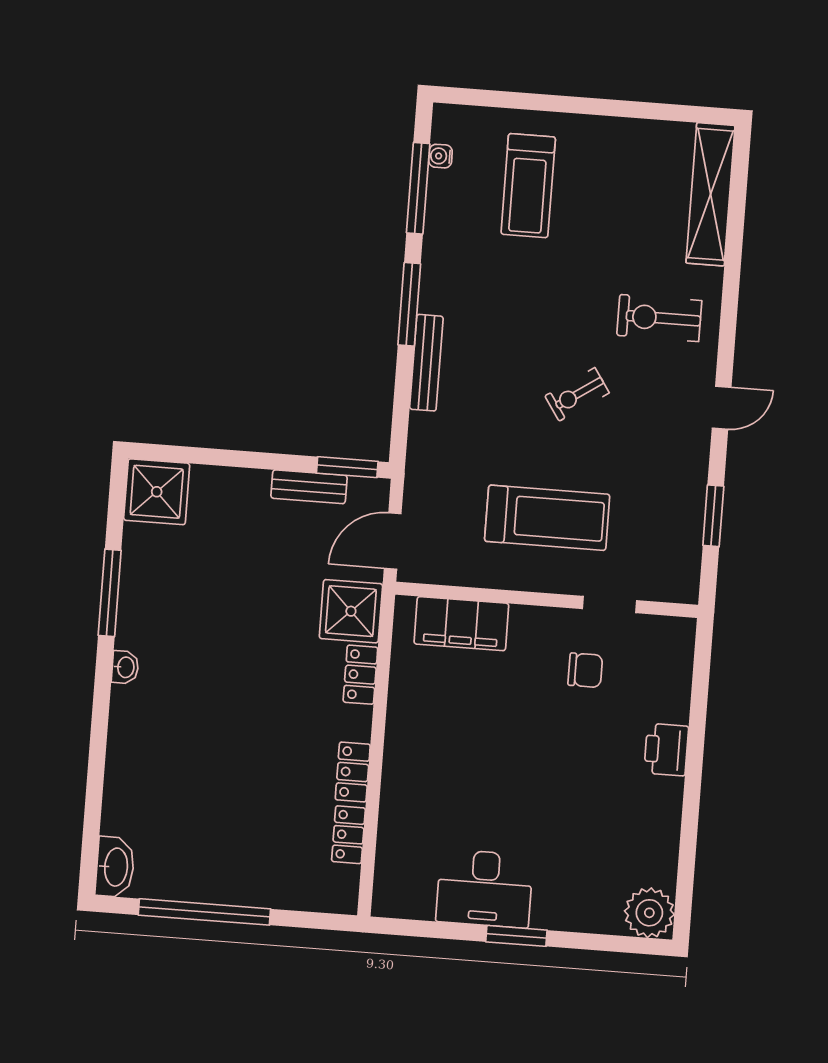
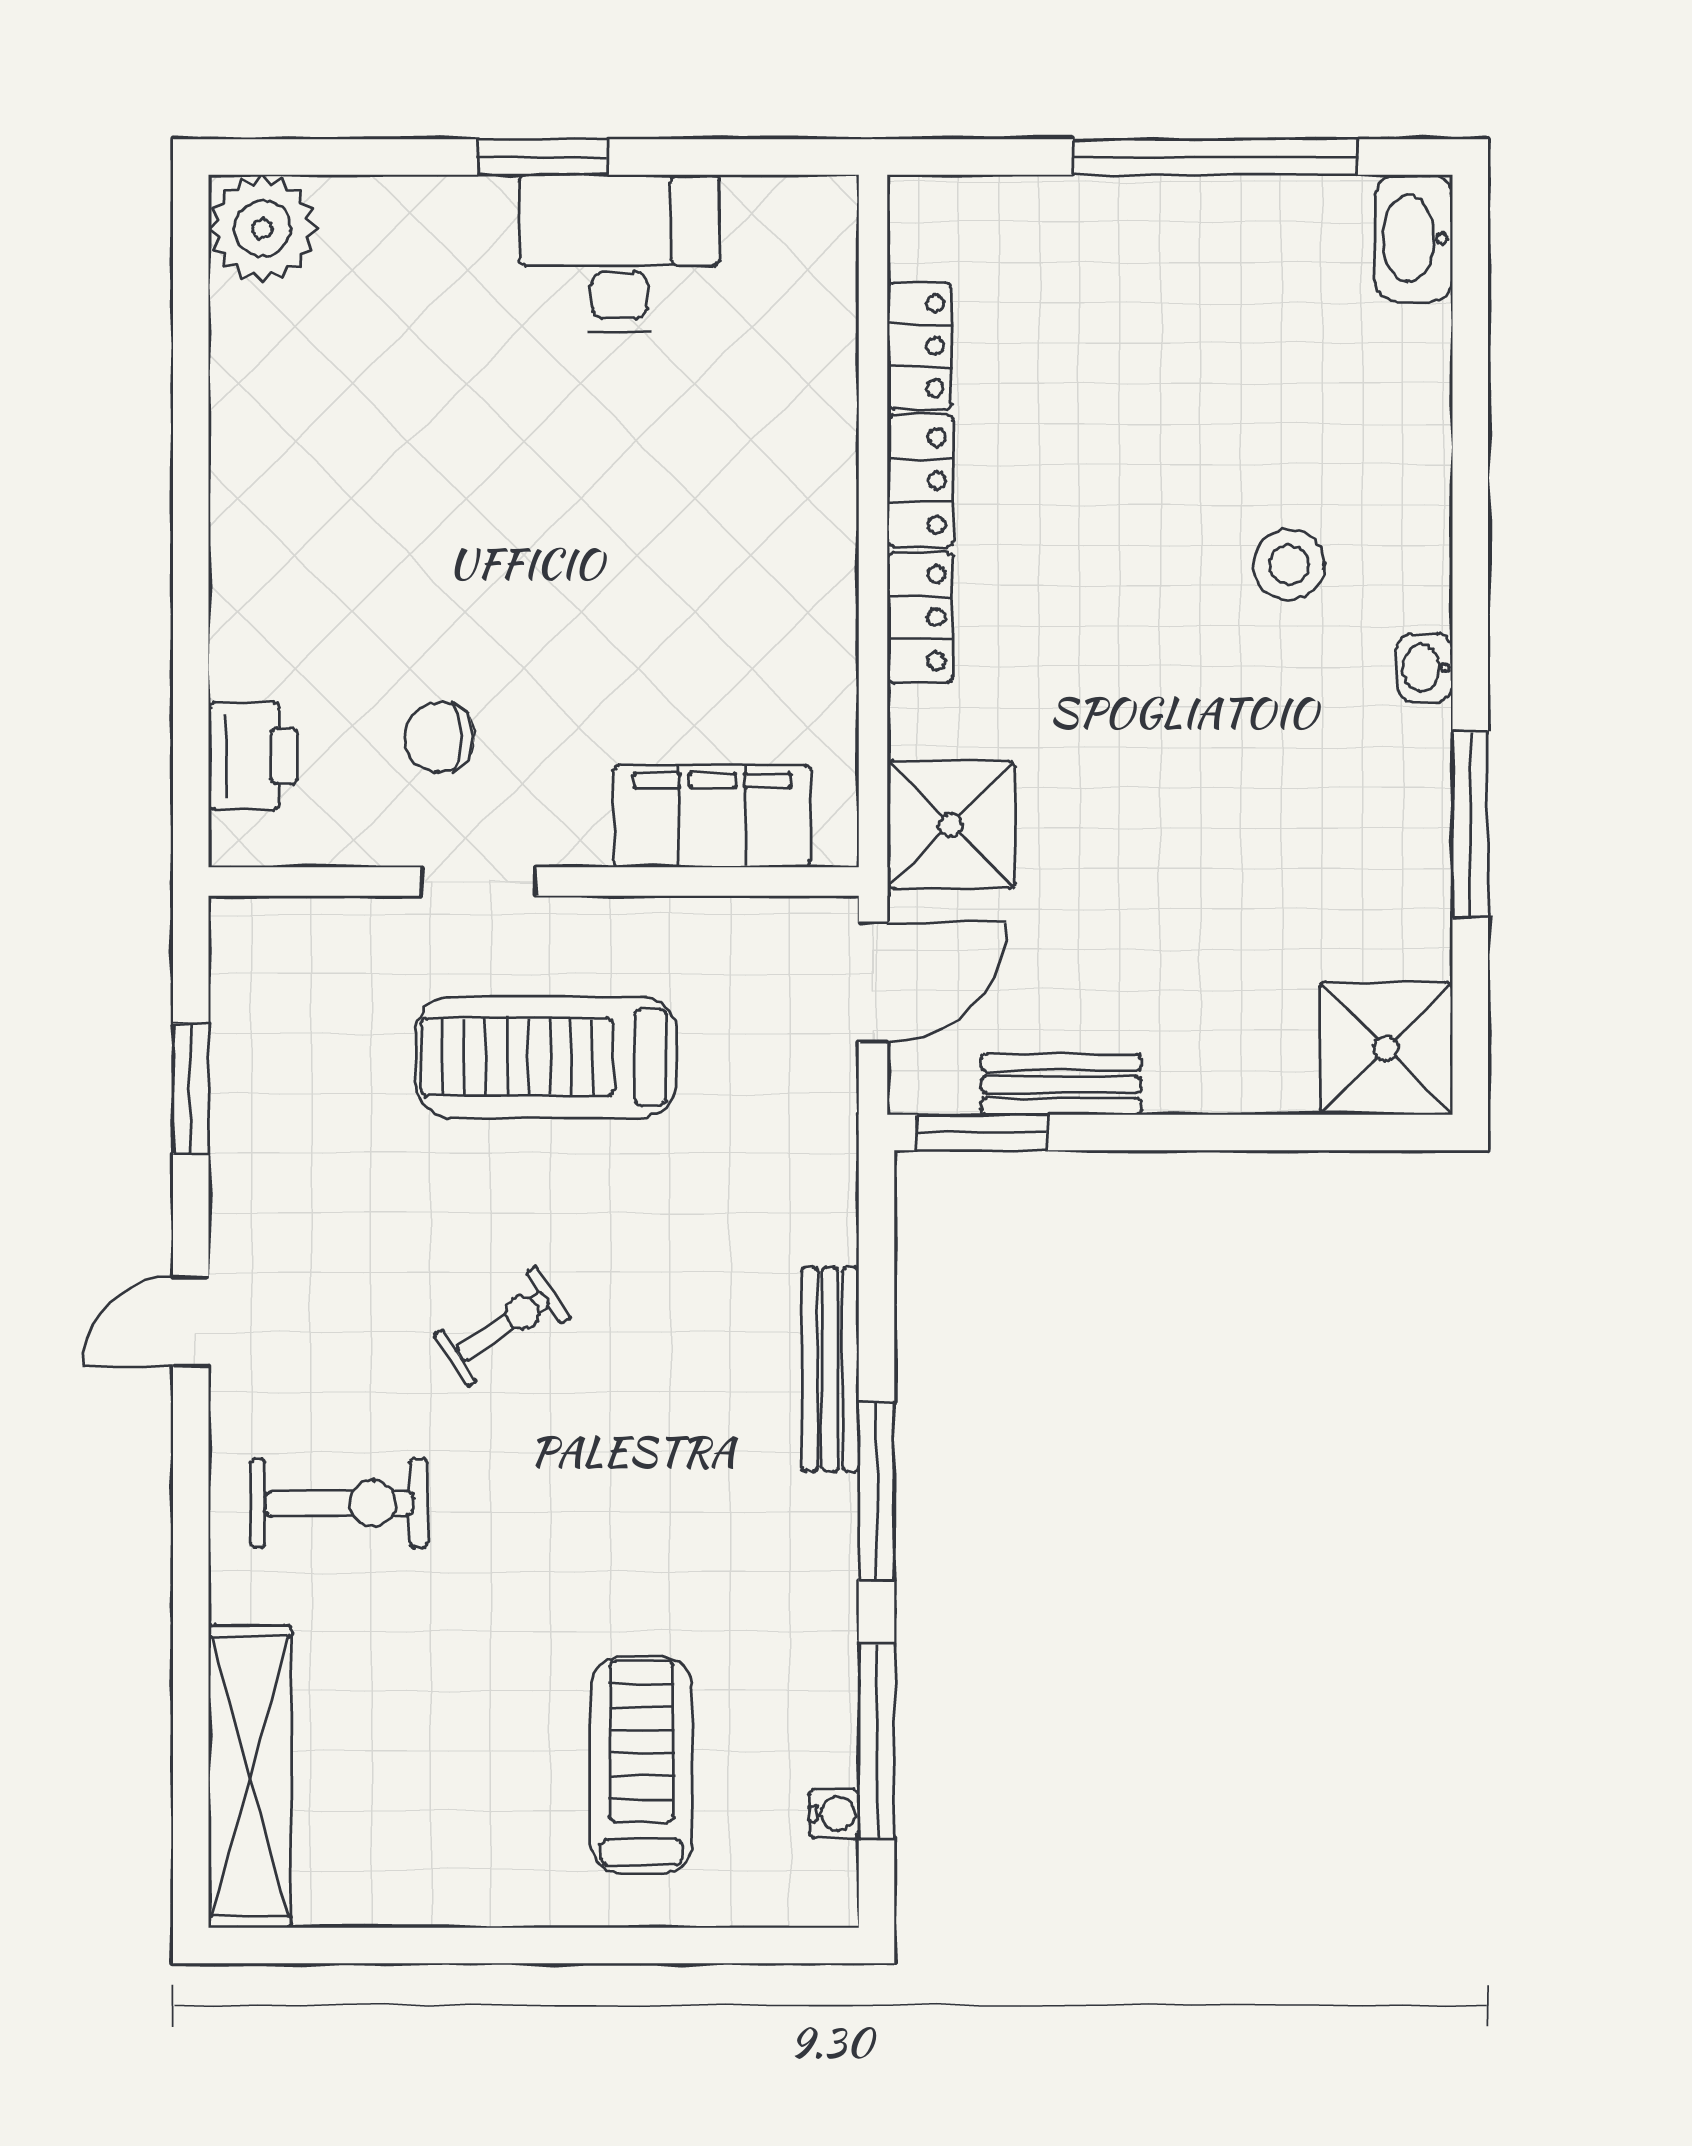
doorway: (610, 605) -> (479, 882), moved
locker: (360, 675) -> (920, 617), moved
stool: (185, 720) -> (1289, 565), added
printer: (666, 750) -> (253, 756), moved

